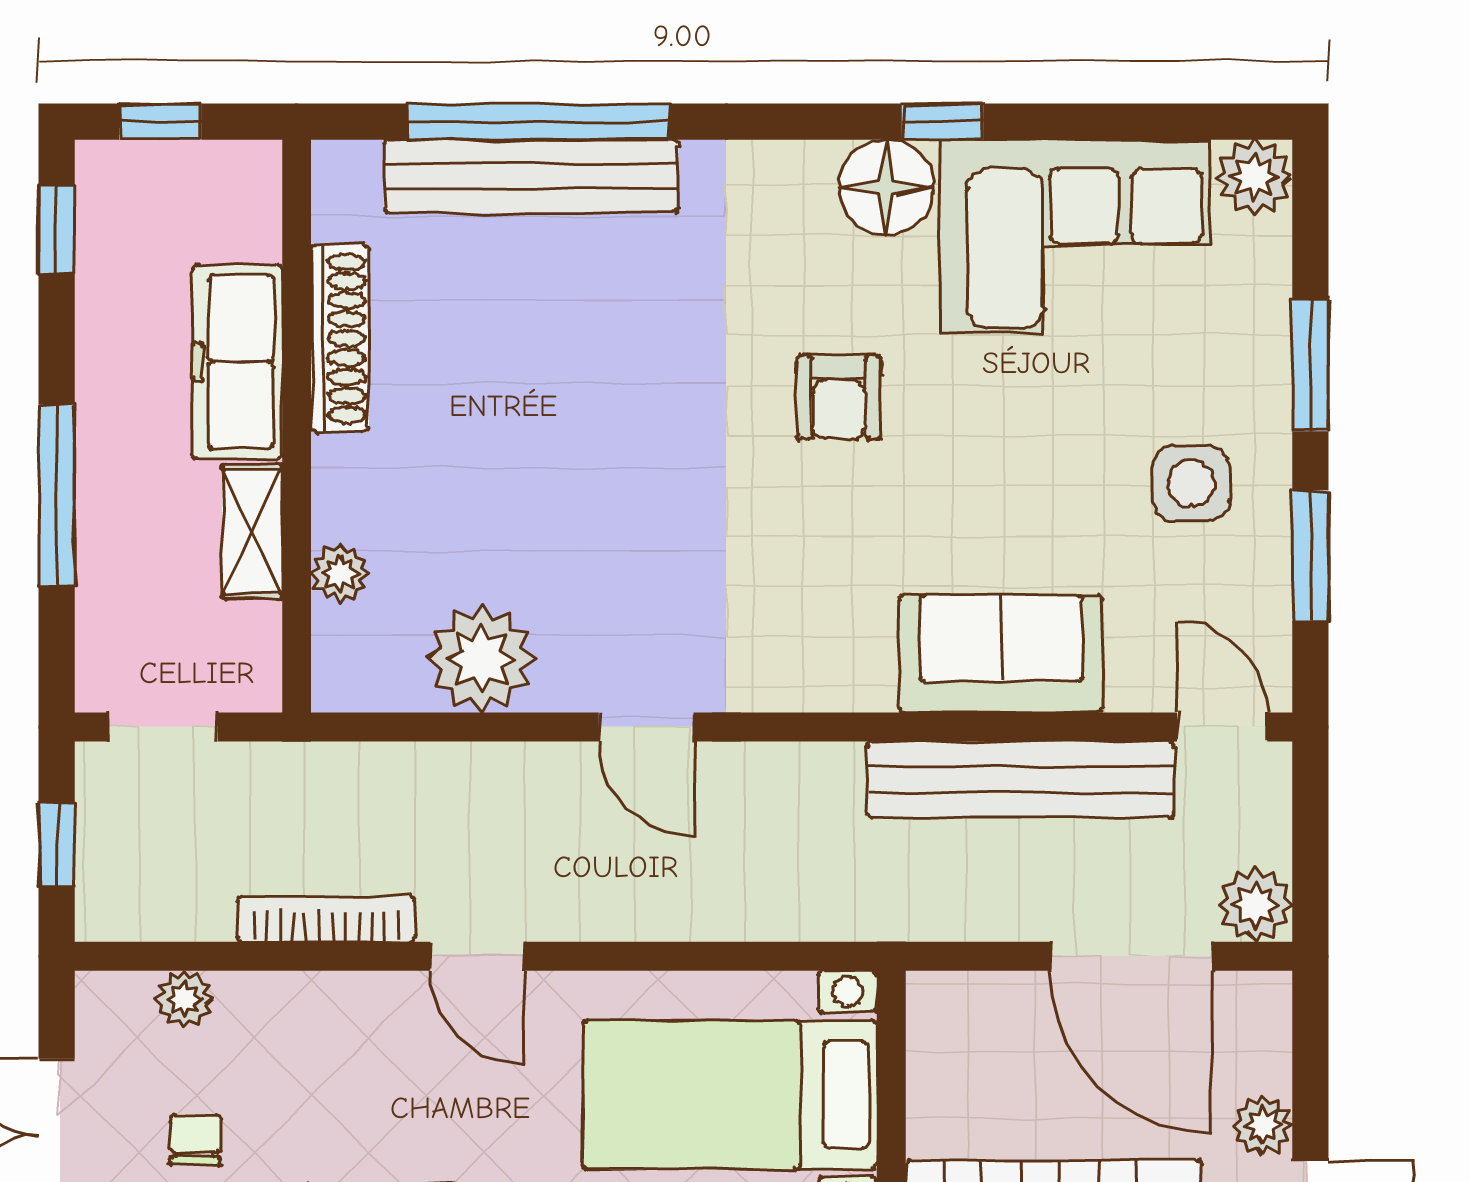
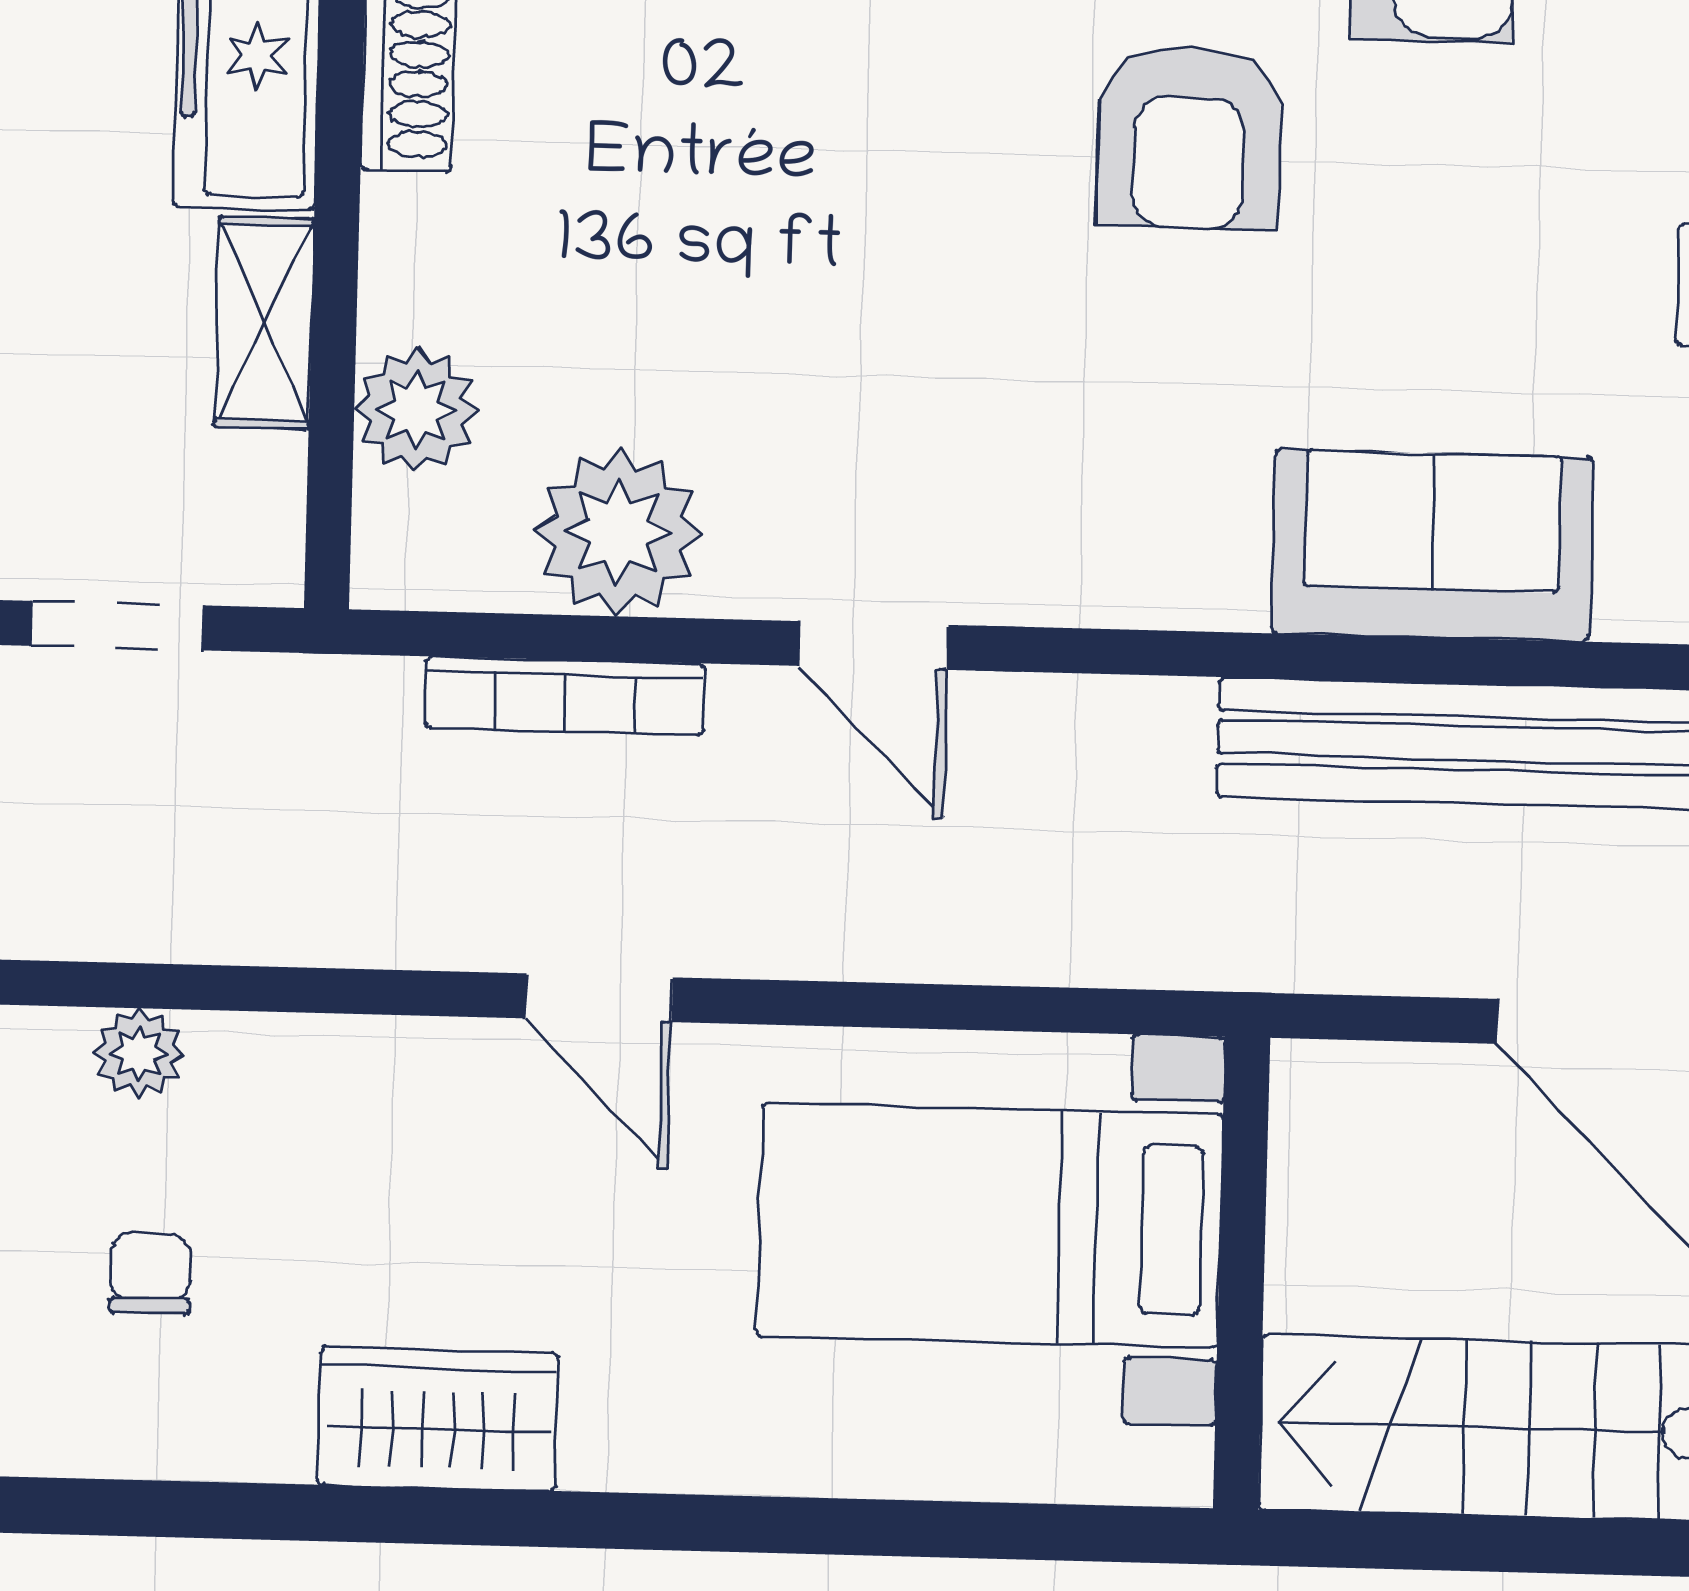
armchair: (839, 398) -> (1189, 137), width x1.38, depth x1.38
plant: (340, 574) -> (416, 410), width x1.38, depth x1.38
bookcase: (326, 919) -> (565, 696), moved, turned 180

